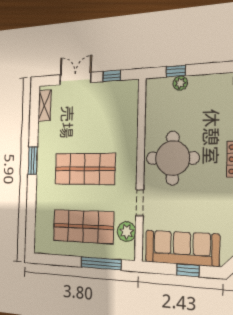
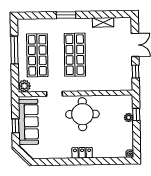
shelving: (45, 106) -> (103, 22), moved
window: (33, 161) -> (66, 15), moved
plant: (127, 232) -> (24, 86), moved
window: (101, 263) -> (14, 50), moved

